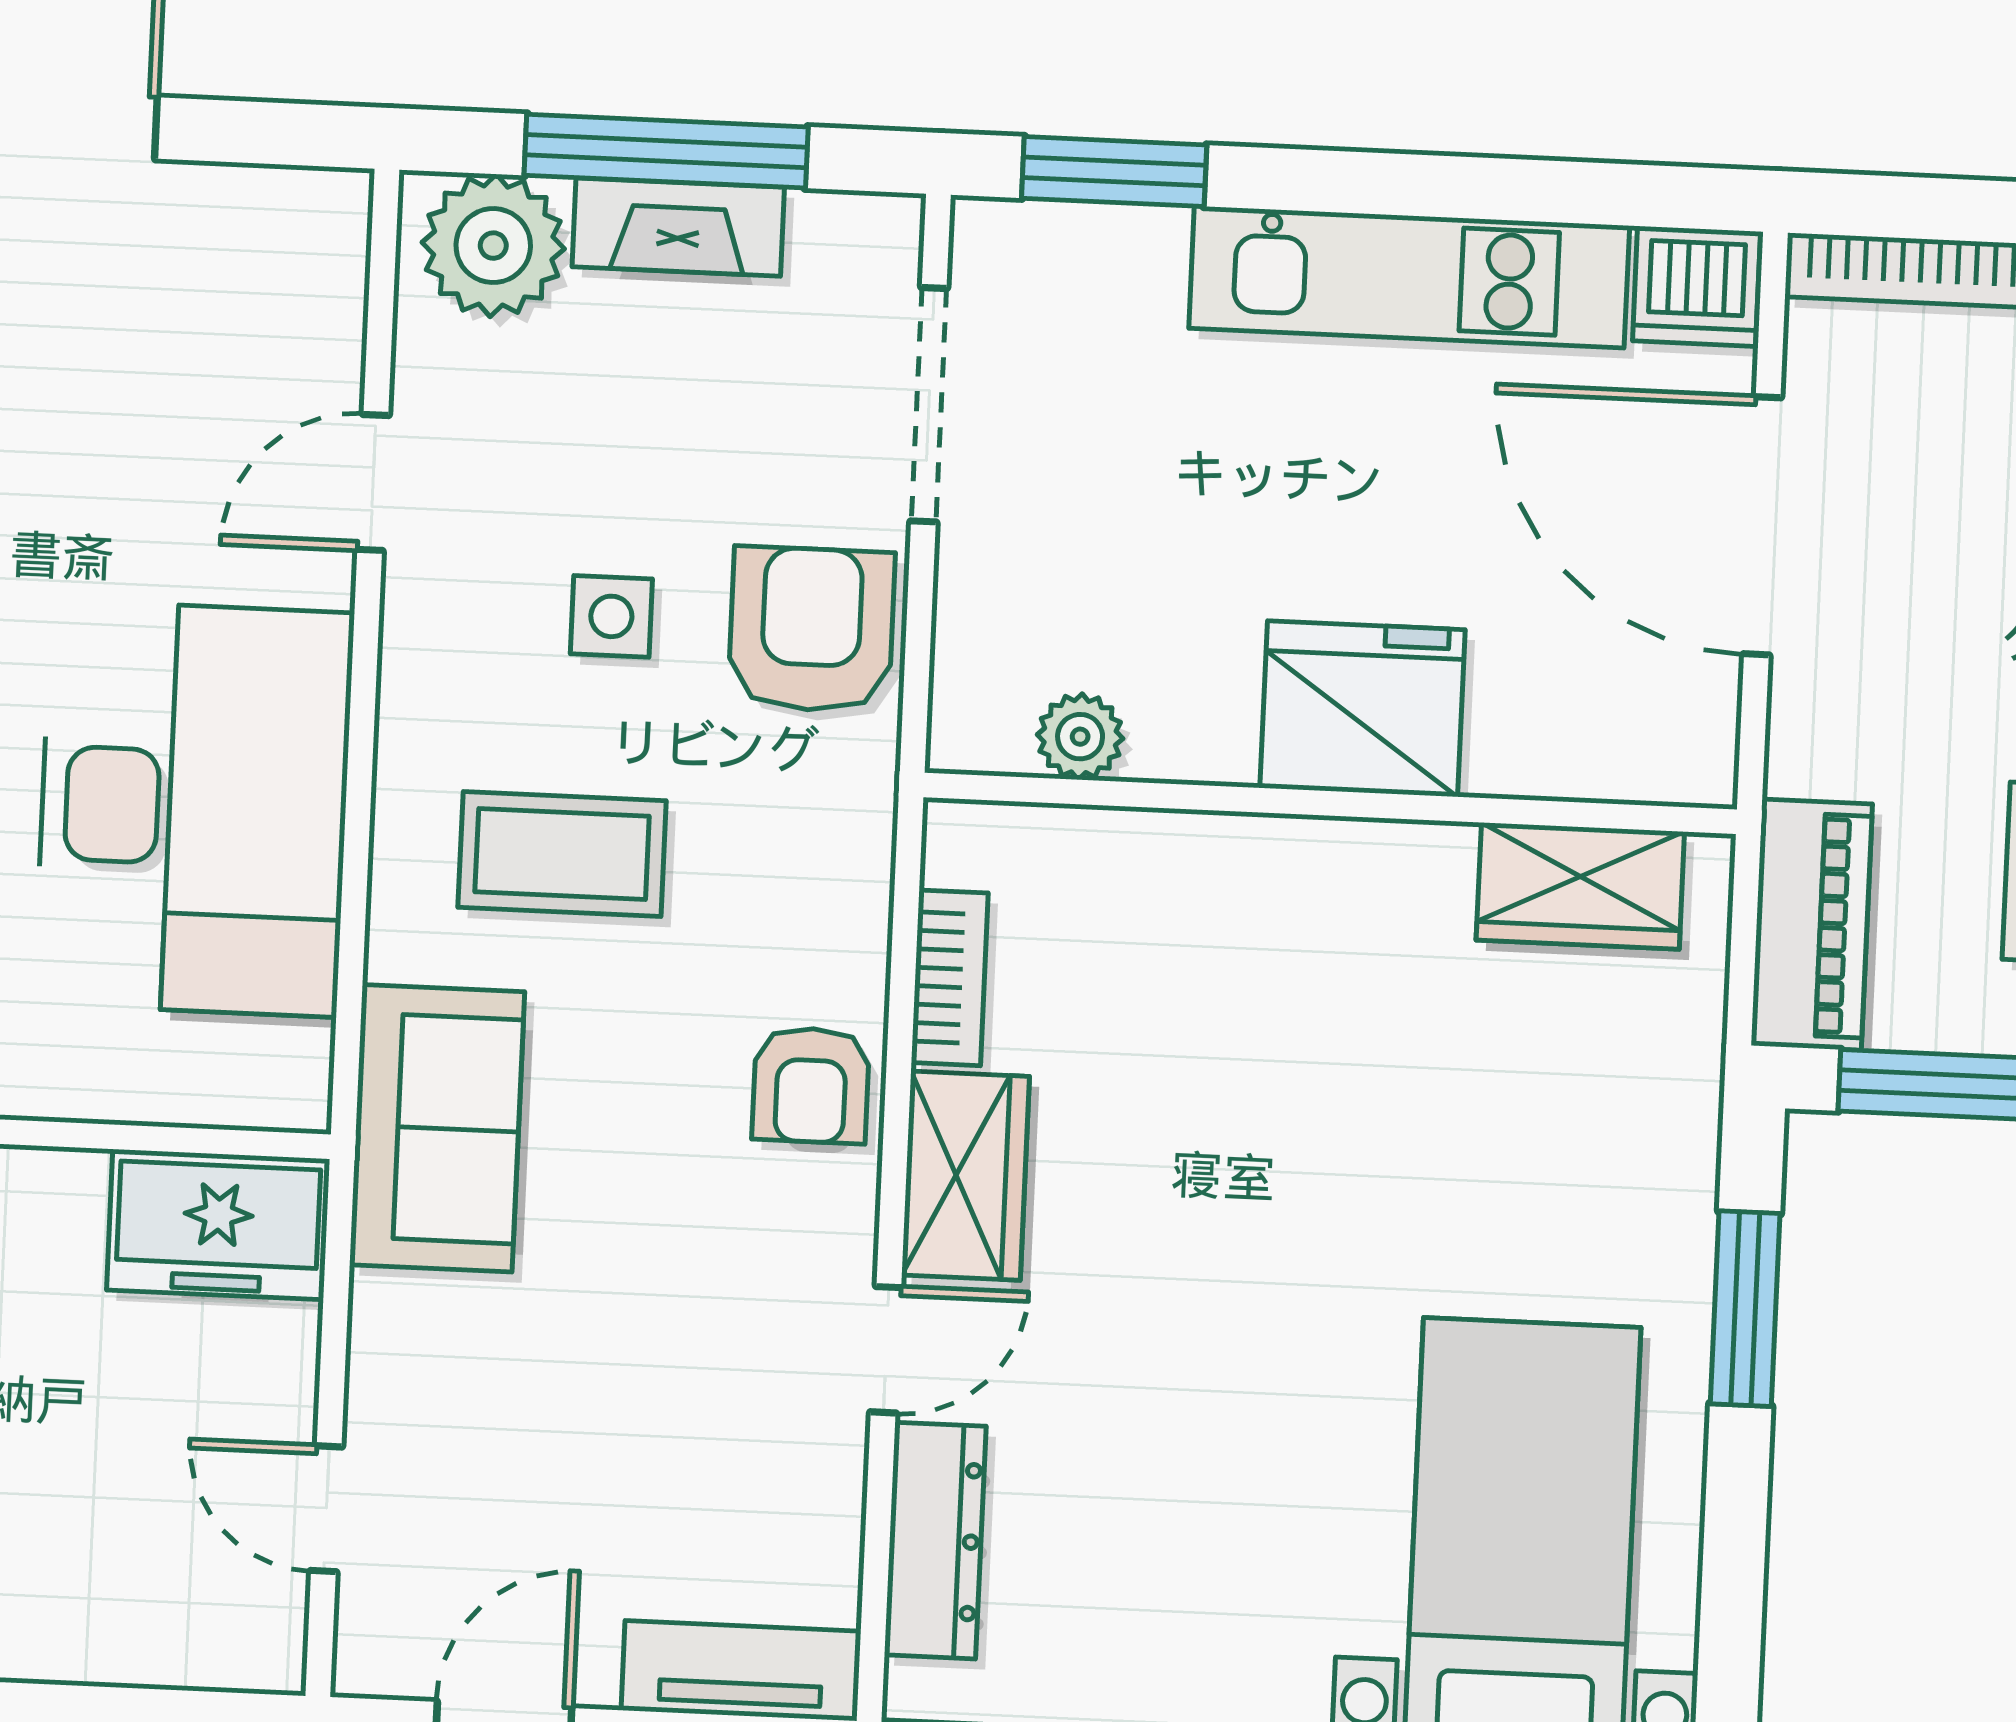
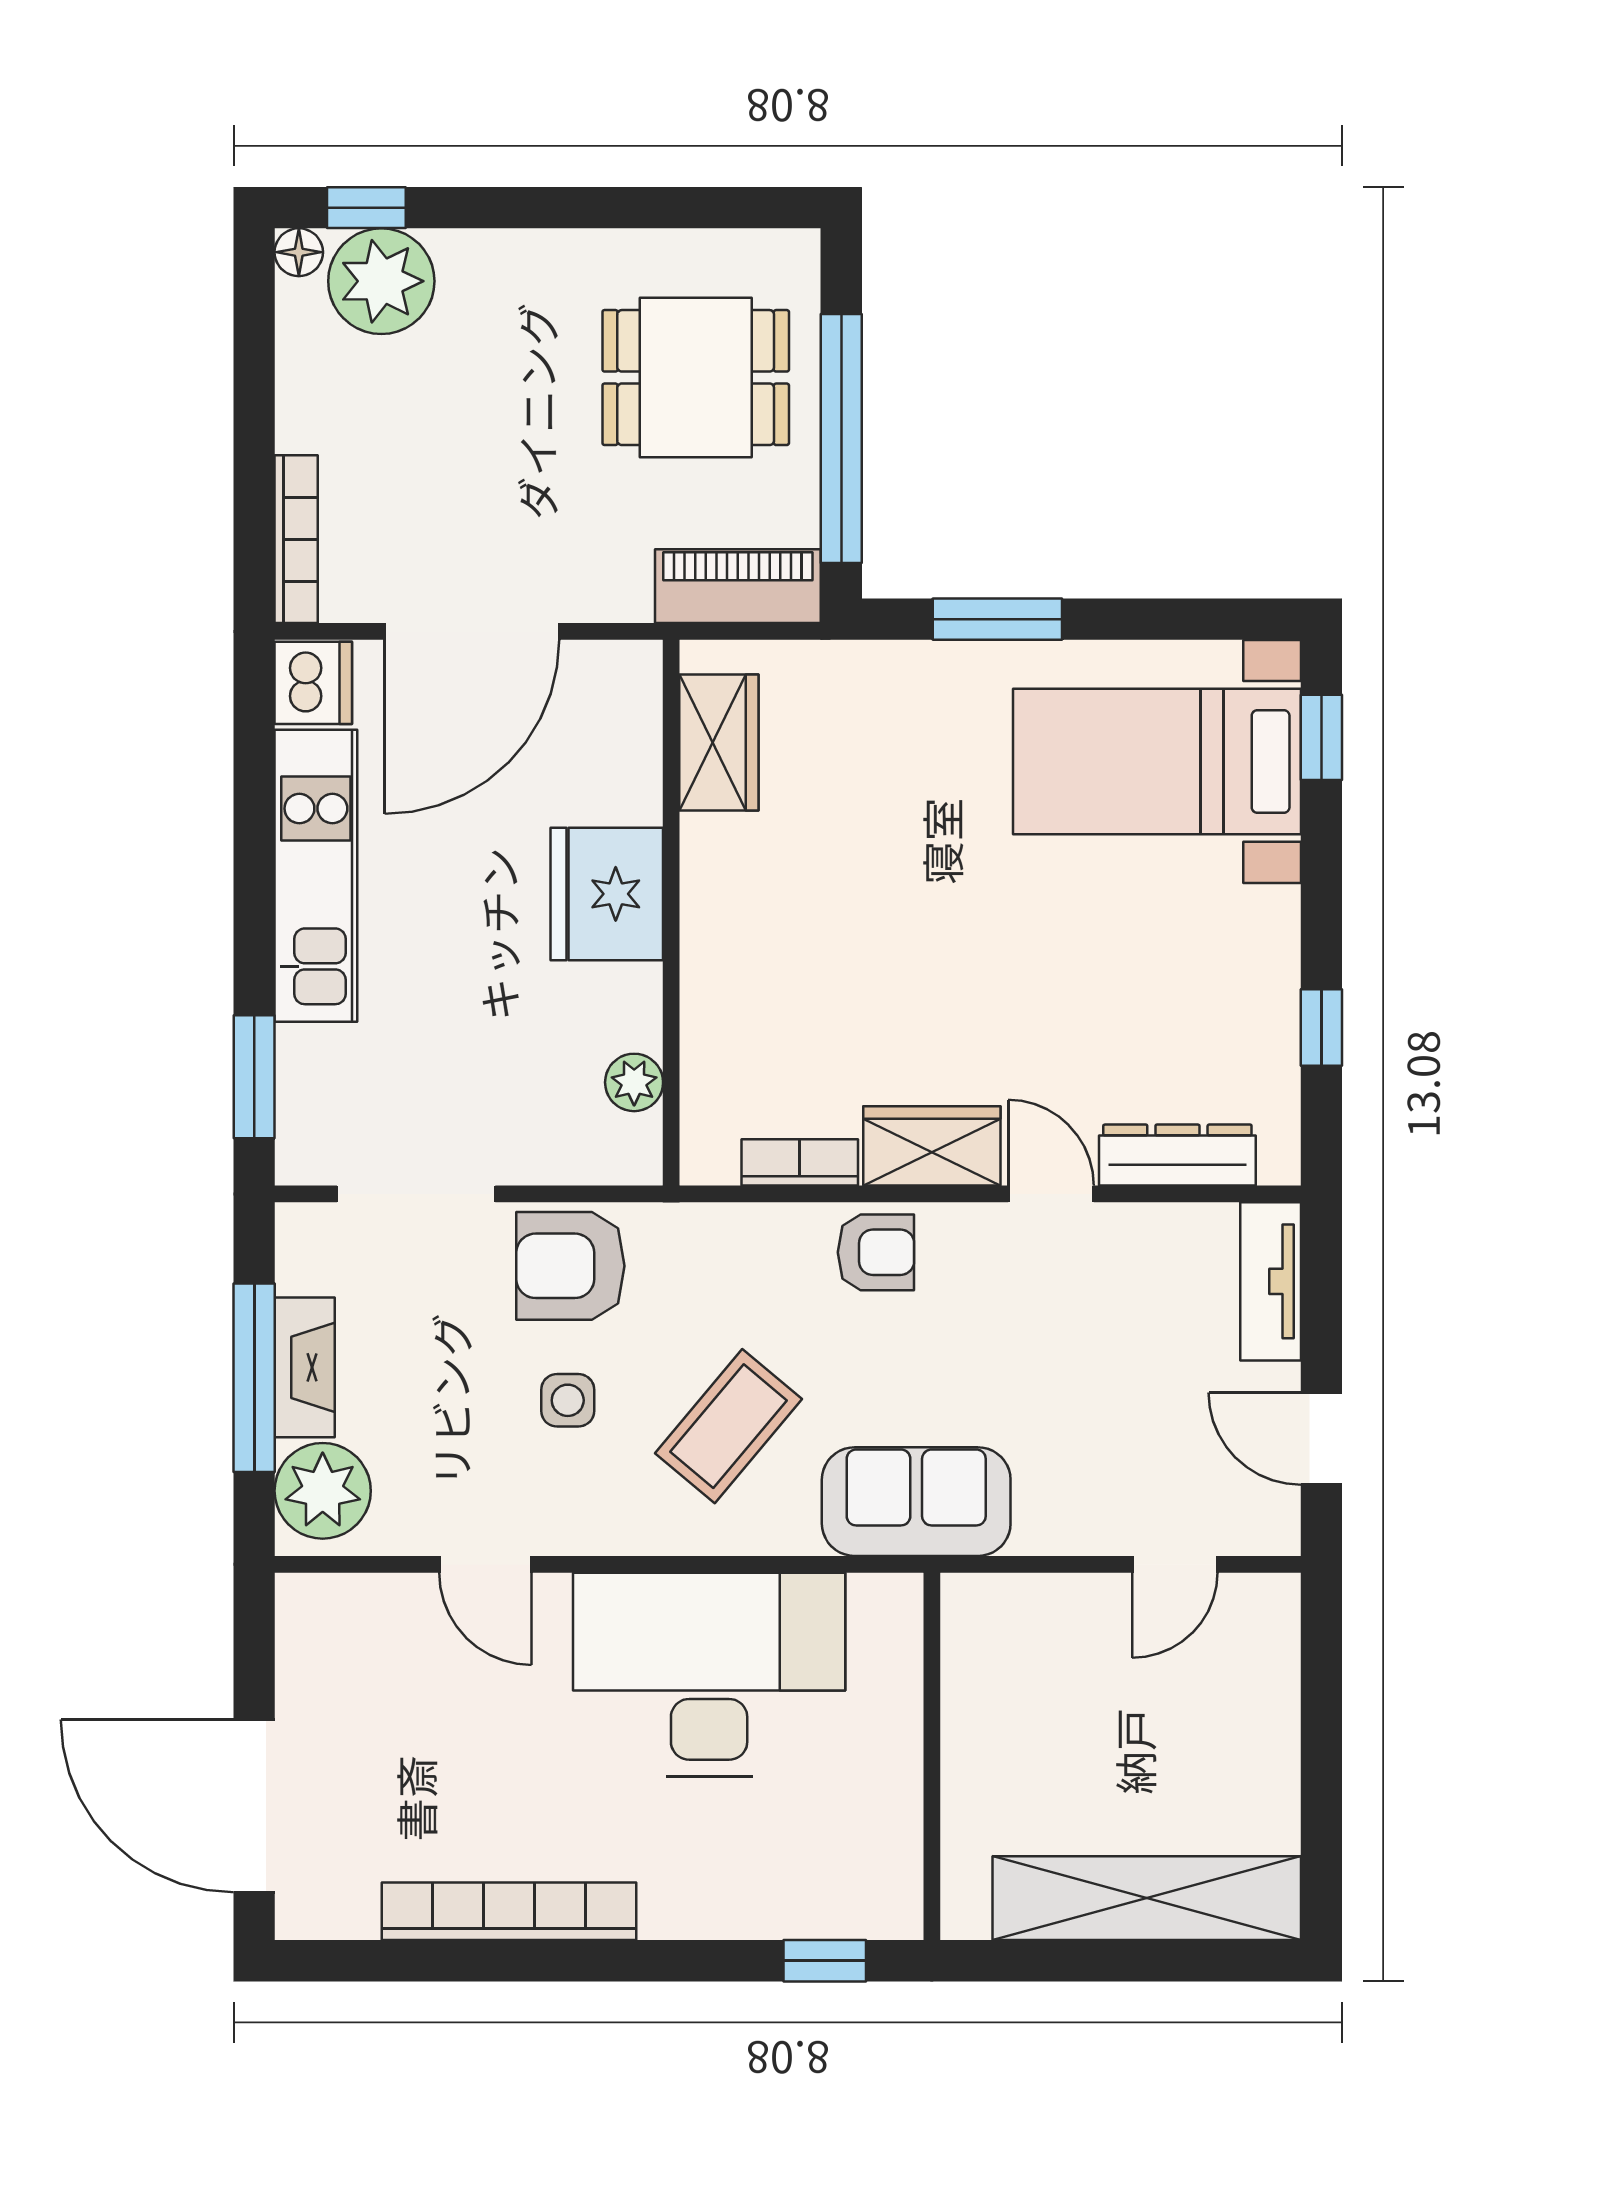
coffee table: (562, 854) -> (728, 1426), turned 40
freezer: (218, 1225) -> (987, 1645), removed

